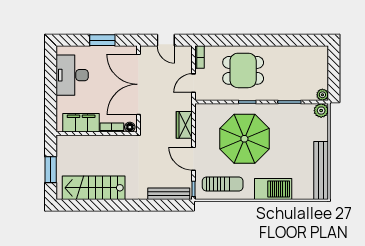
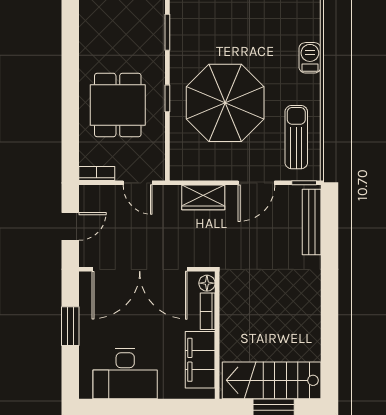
stairs: (94, 188) -> (272, 380), moved, turned 90
barbecue: (273, 189) -> (310, 58), width x0.53, depth x0.65

